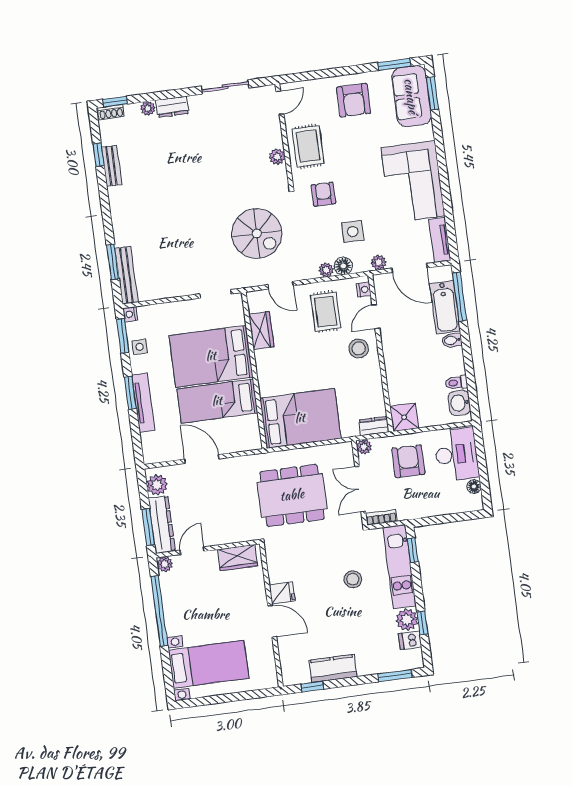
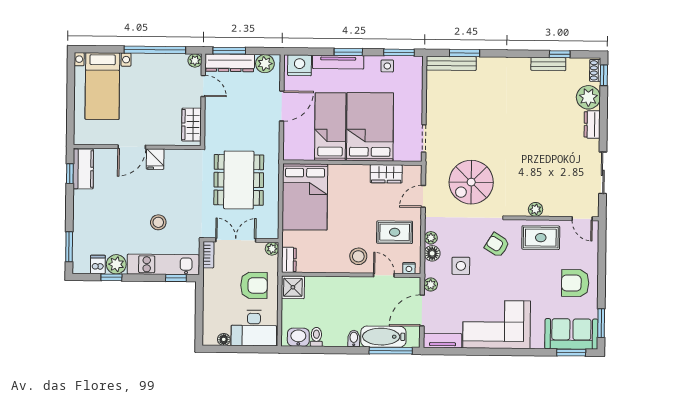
plant: (148, 108) -> (588, 97), width x1.88, depth x1.88
armchair: (323, 194) -> (497, 245), turned -148
nightstand: (130, 314) -> (300, 65), moved, width x1.89, depth x1.79
kitchen counter: (333, 669) -> (83, 169), moved

